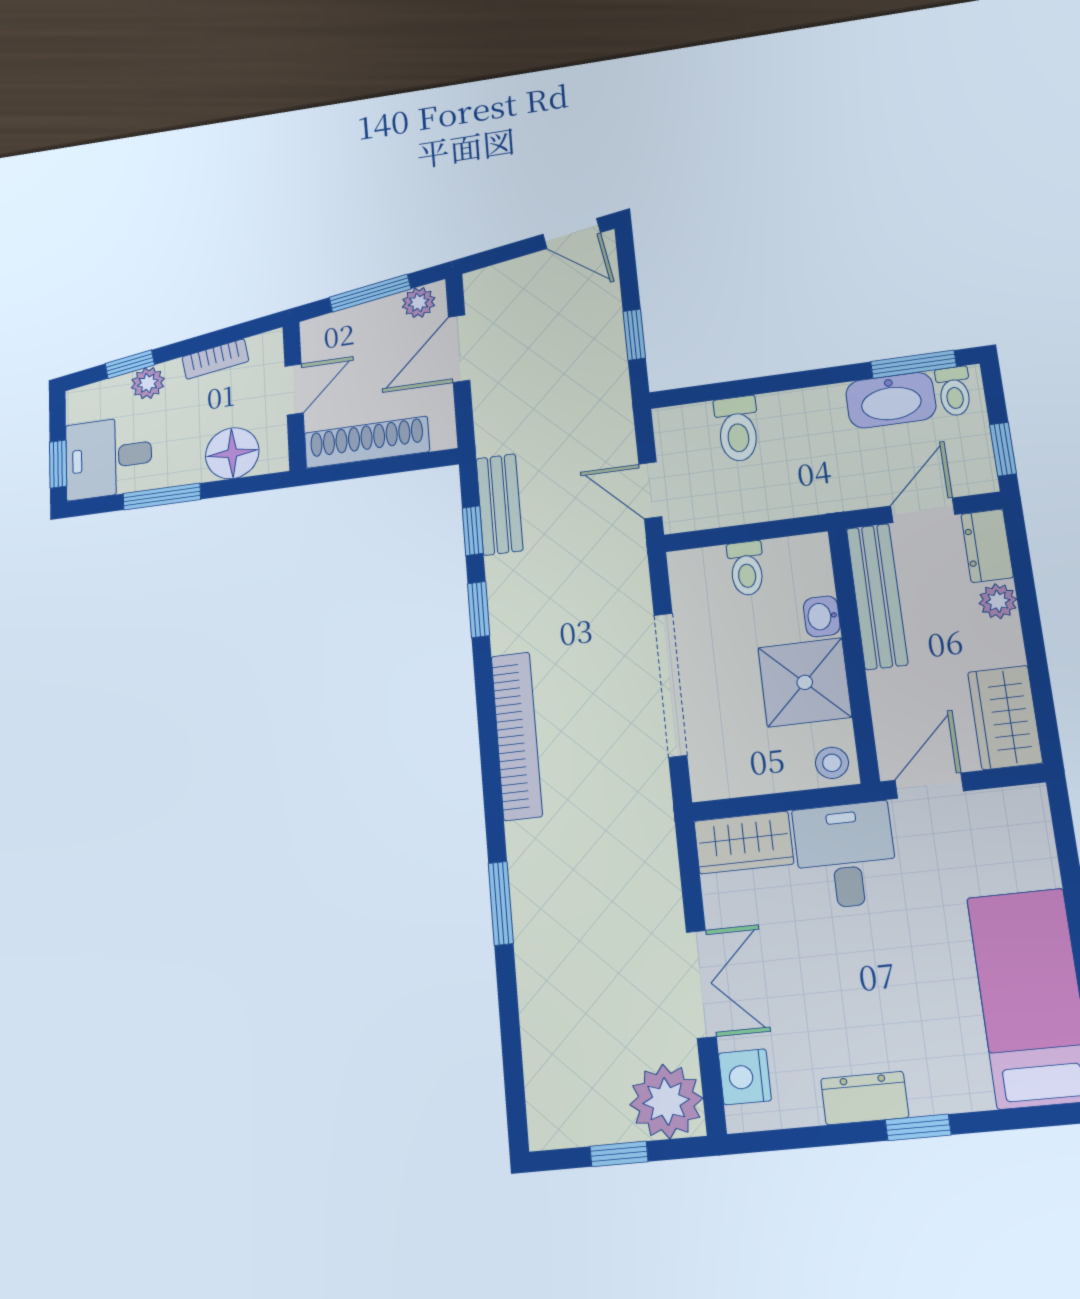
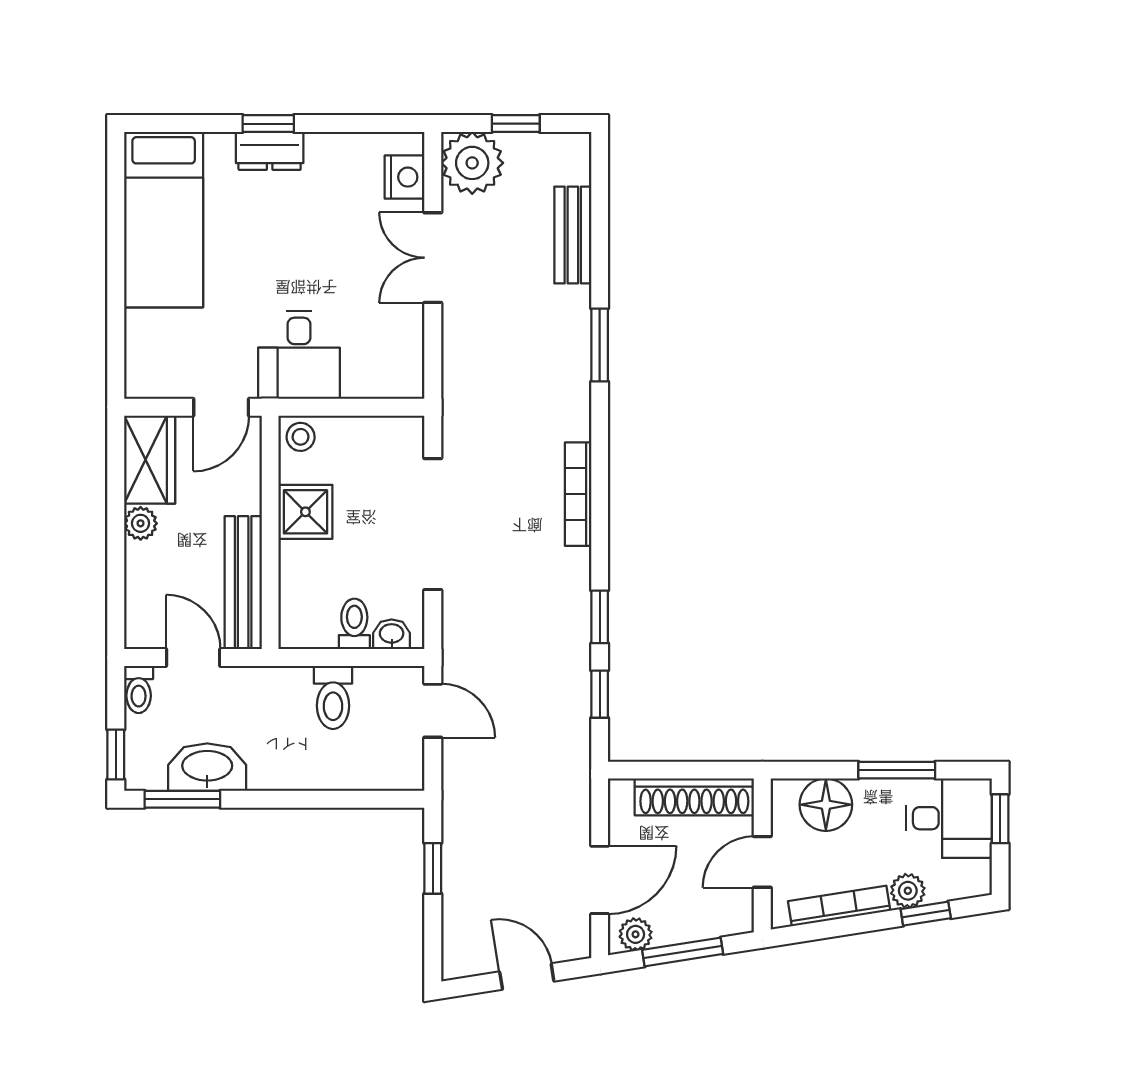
door: (572, 233) -> (527, 976), moved
bookcase: (215, 359) -> (839, 906), width x1.56
toilet: (954, 391) -> (139, 689), moved, turned 180
toilet: (737, 429) -> (333, 697), moved, turned 180
window: (1003, 449) -> (116, 755), moved
bench: (499, 504) -> (573, 235), moved
door: (923, 510) -> (193, 657), swing flipped
dresser: (987, 546) -> (142, 617), removed
plant: (998, 601) -> (141, 523), moved
washbasin: (822, 616) -> (392, 634), moved, turned -90
shower: (805, 682) -> (305, 512), width x0.73, depth x0.73
bookcase: (517, 736) -> (578, 494), width x0.68, depth x0.76
wardrobe: (744, 843) -> (384, 375), removed
dresser: (865, 1098) -> (270, 151), moved

